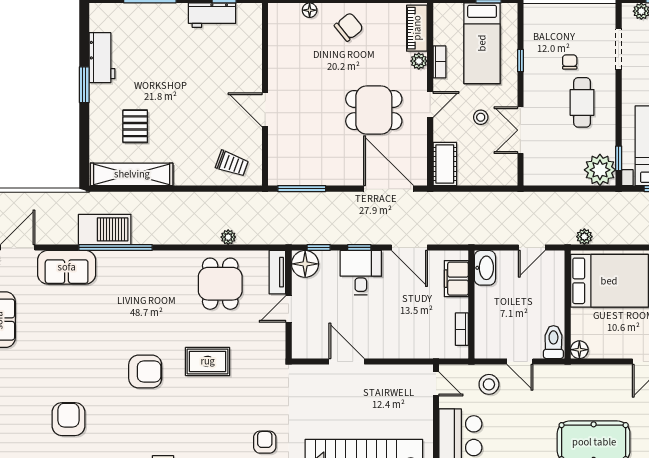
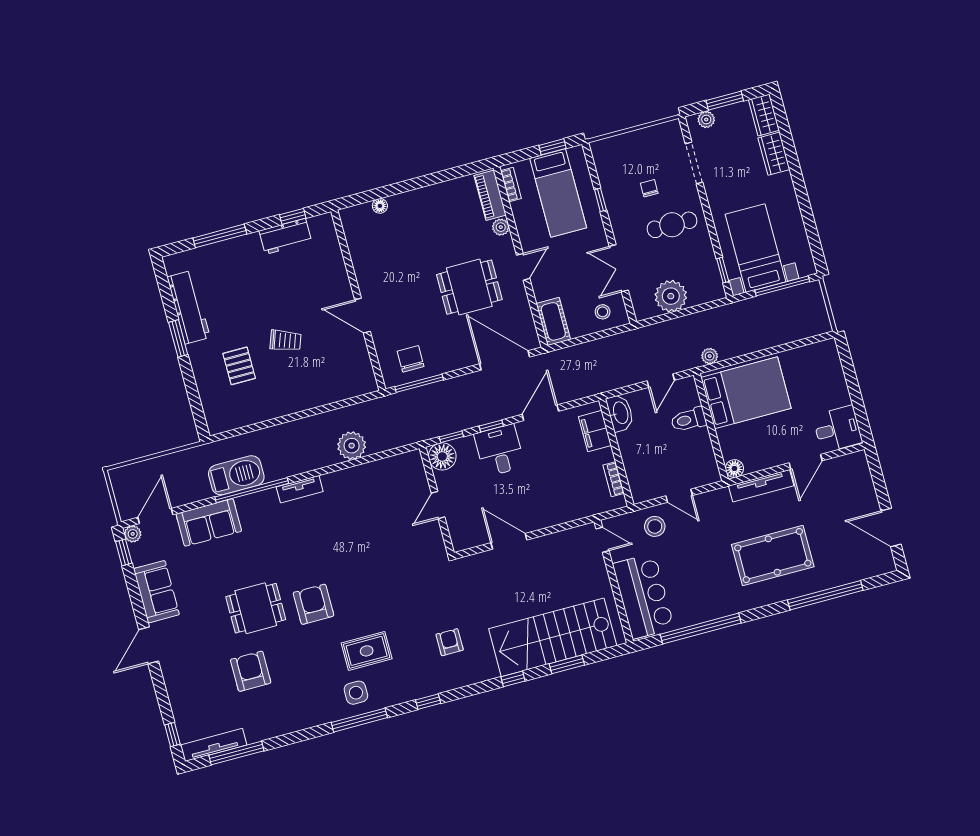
chair: (349, 27) -> (411, 359), moved, turned -51
workbench: (102, 58) -> (189, 307), width x1.38
bookcase: (439, 62) -> (511, 185), moved
cafe table: (582, 102) -> (672, 225), turned 90
stool: (481, 117) -> (603, 312), moved
trolley: (232, 164) -> (285, 341), moved
plant: (600, 170) -> (671, 296), moved
shelving: (132, 174) -> (248, 414), removed
plant: (228, 237) -> (352, 446), width x1.88, depth x1.88
door: (409, 247) -> (540, 413), swing flipped
tv unit: (277, 272) -> (300, 489), moved, turned -90
dining table: (220, 284) -> (256, 608), moved, turned 90
toilet: (553, 342) -> (689, 420), moved, turned -90
rug: (208, 361) -> (367, 651), moved
armchair: (145, 371) -> (313, 604), turned -90
tv unit: (600, 373) -> (761, 486), added

